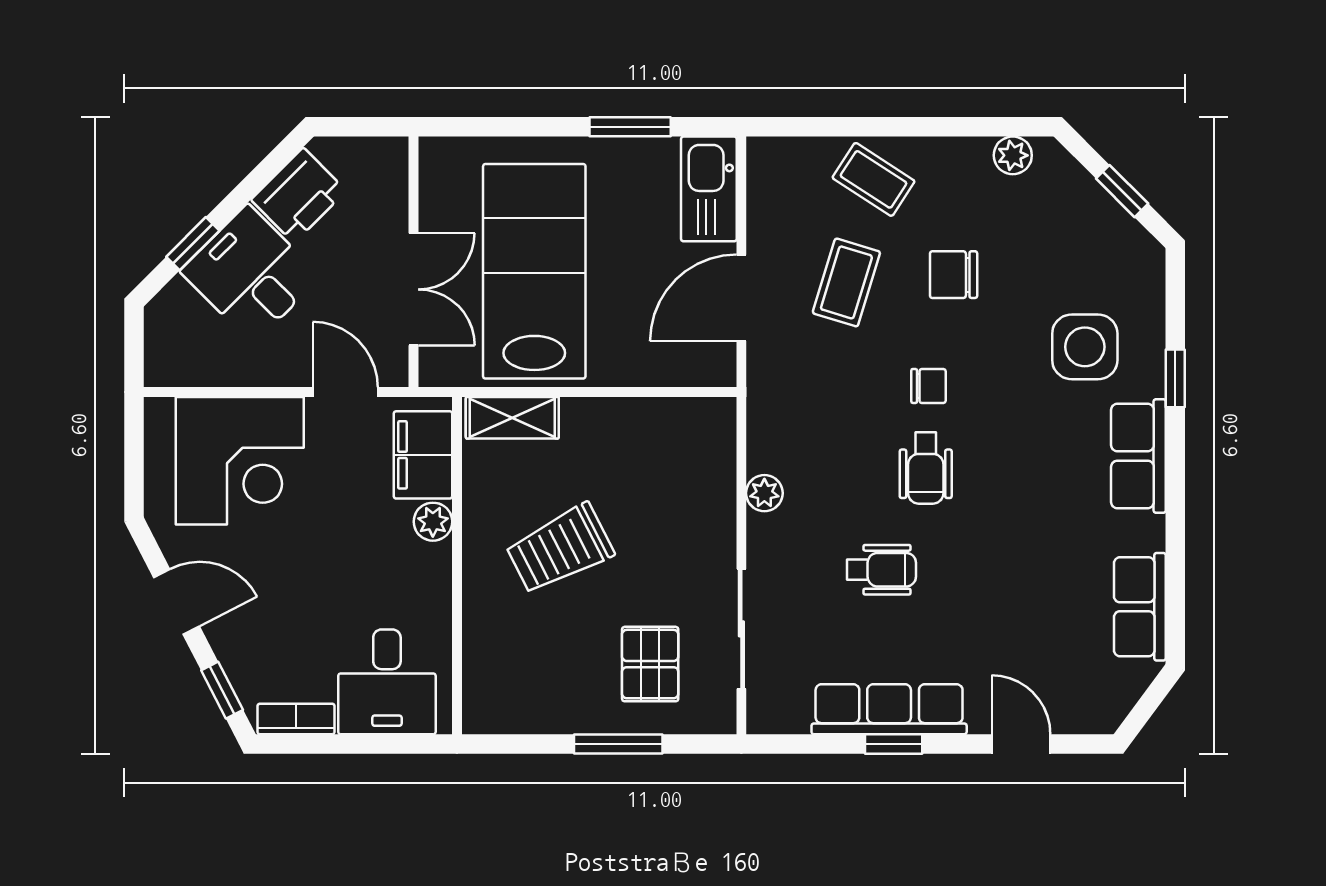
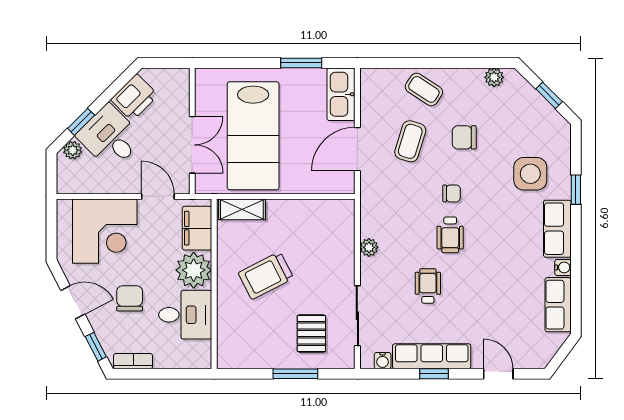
lab bench: (534, 271) -> (253, 136), turned 180
plant: (176, 300) -> (73, 150), added
plant: (433, 522) -> (194, 270), width x1.88, depth x1.88
water cooler: (1150, 533) -> (563, 267), added
wheelchair: (881, 570) -> (428, 286), turned -90
chair: (289, 594) -> (130, 298), added
desk: (387, 682) -> (185, 315), moved, turned -90
water cooler: (791, 718) -> (383, 361), added

